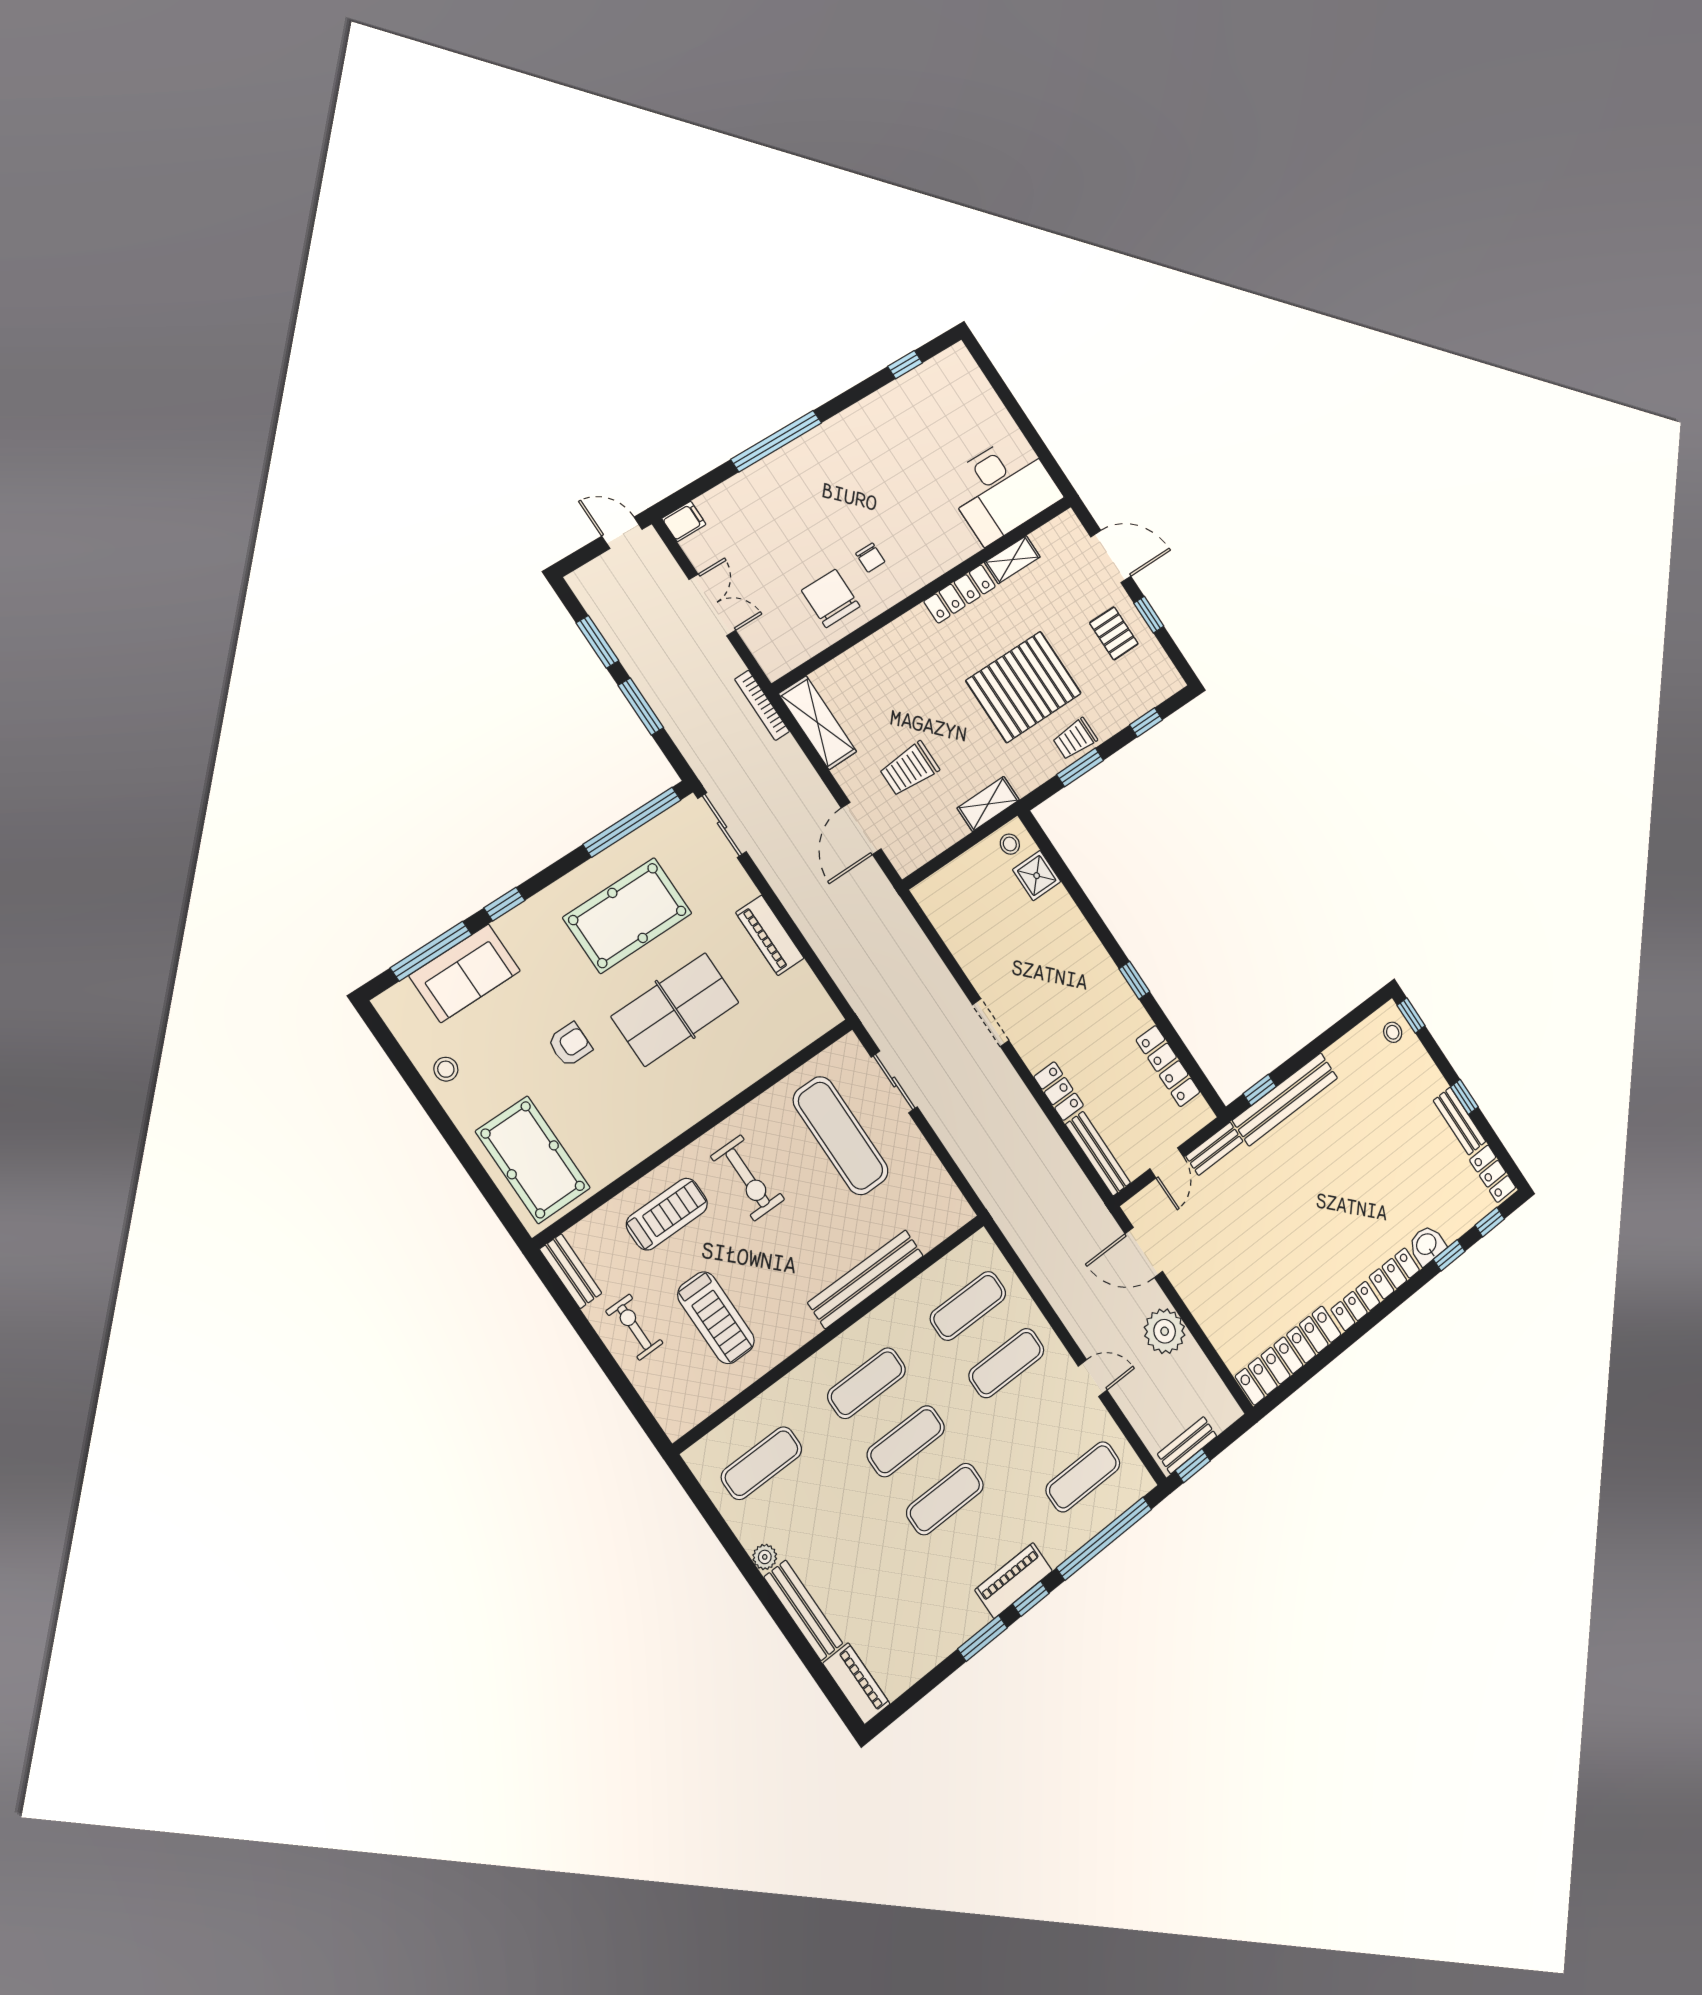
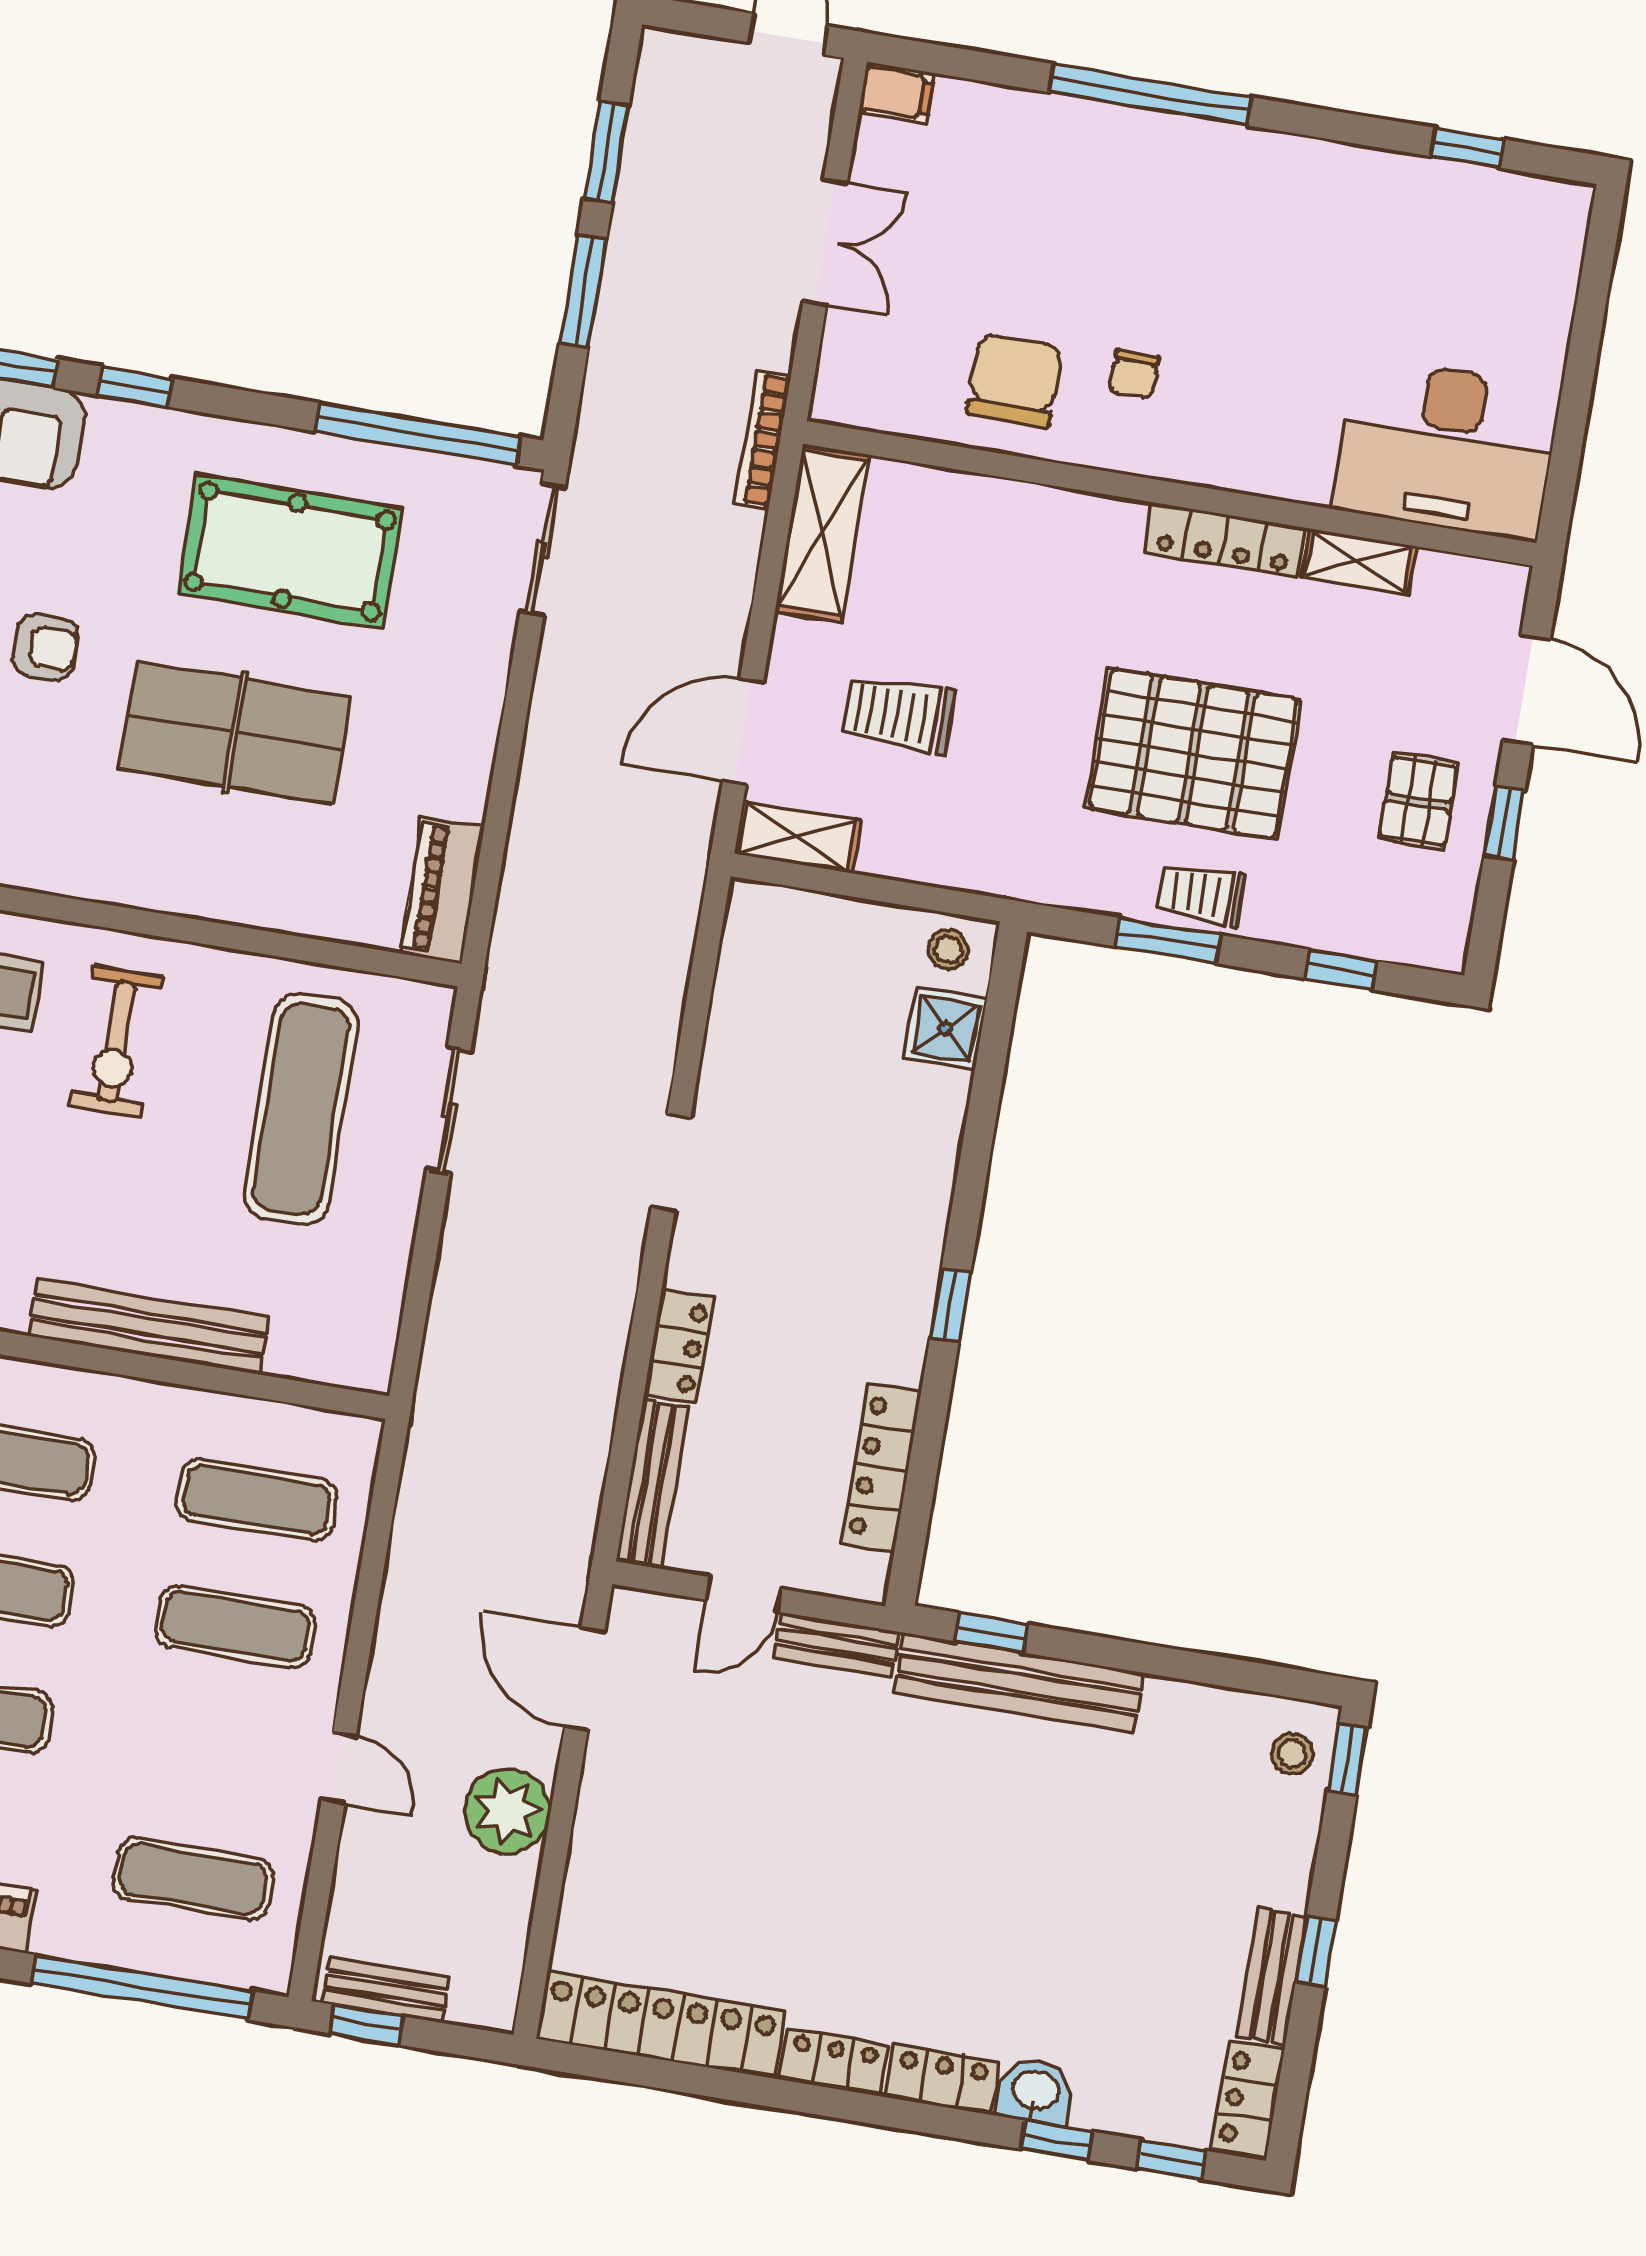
shelving: (988, 804) -> (798, 837), moved
piano: (770, 935) -> (442, 890), moved

